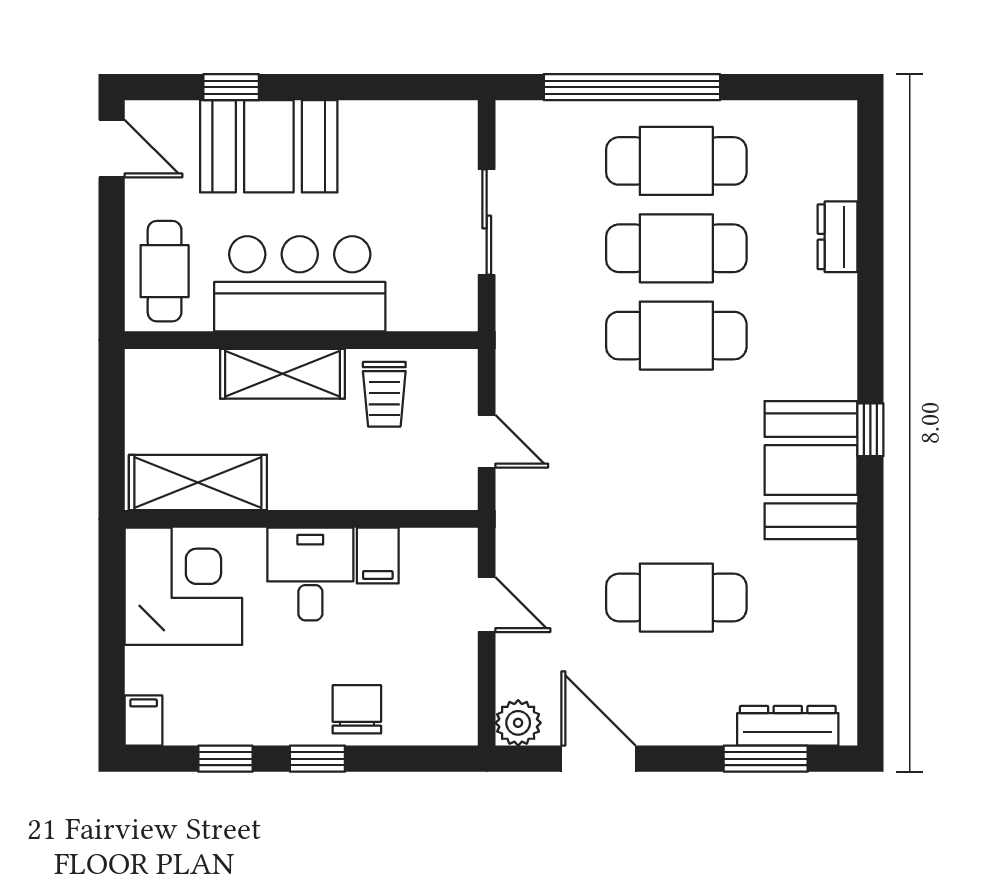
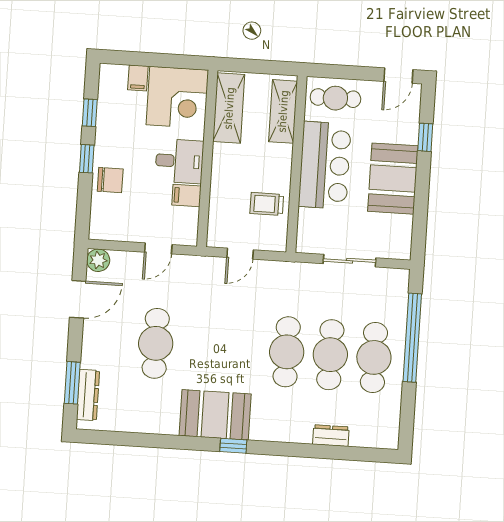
booth: (269, 146) -> (393, 179), moved
shelving: (282, 374) -> (283, 111), moved
filing cabinet: (144, 721) -> (138, 78), moved, turned 90

